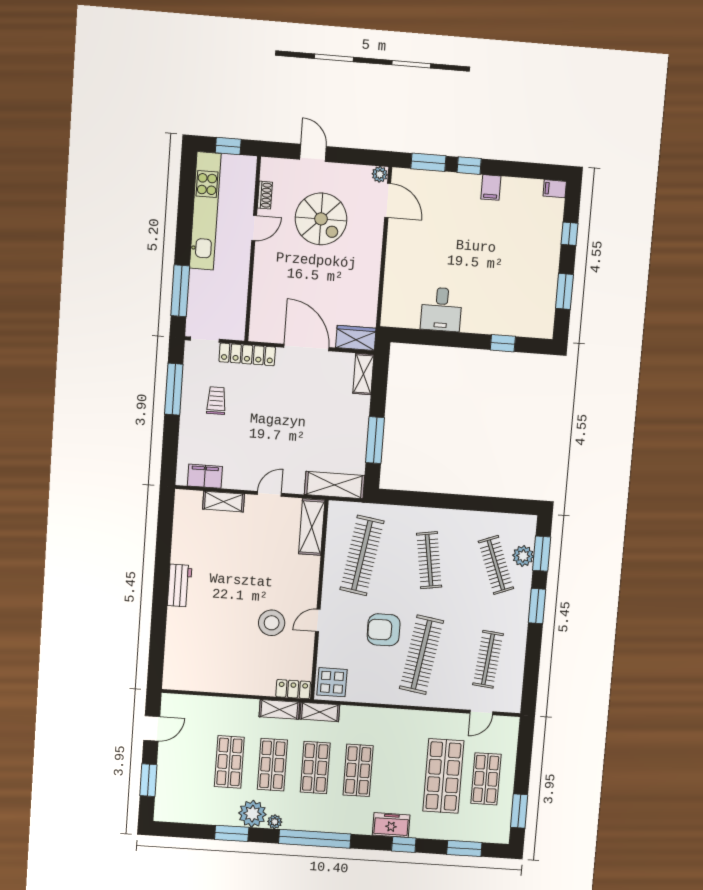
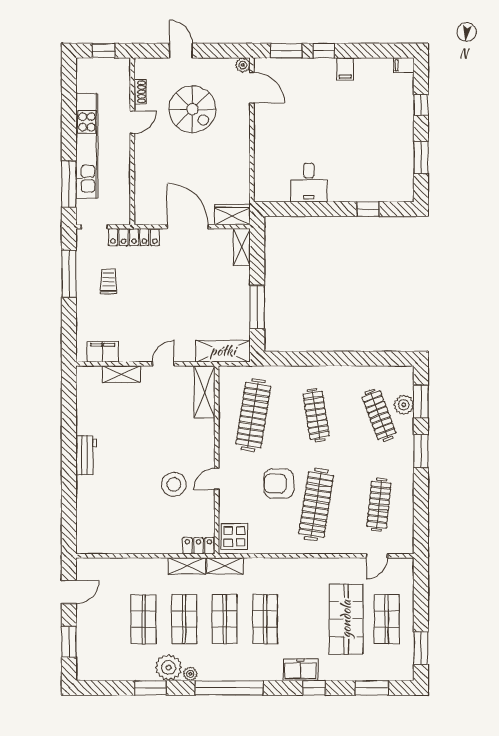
kitchen unit: (205, 211) -> (87, 146), moved

